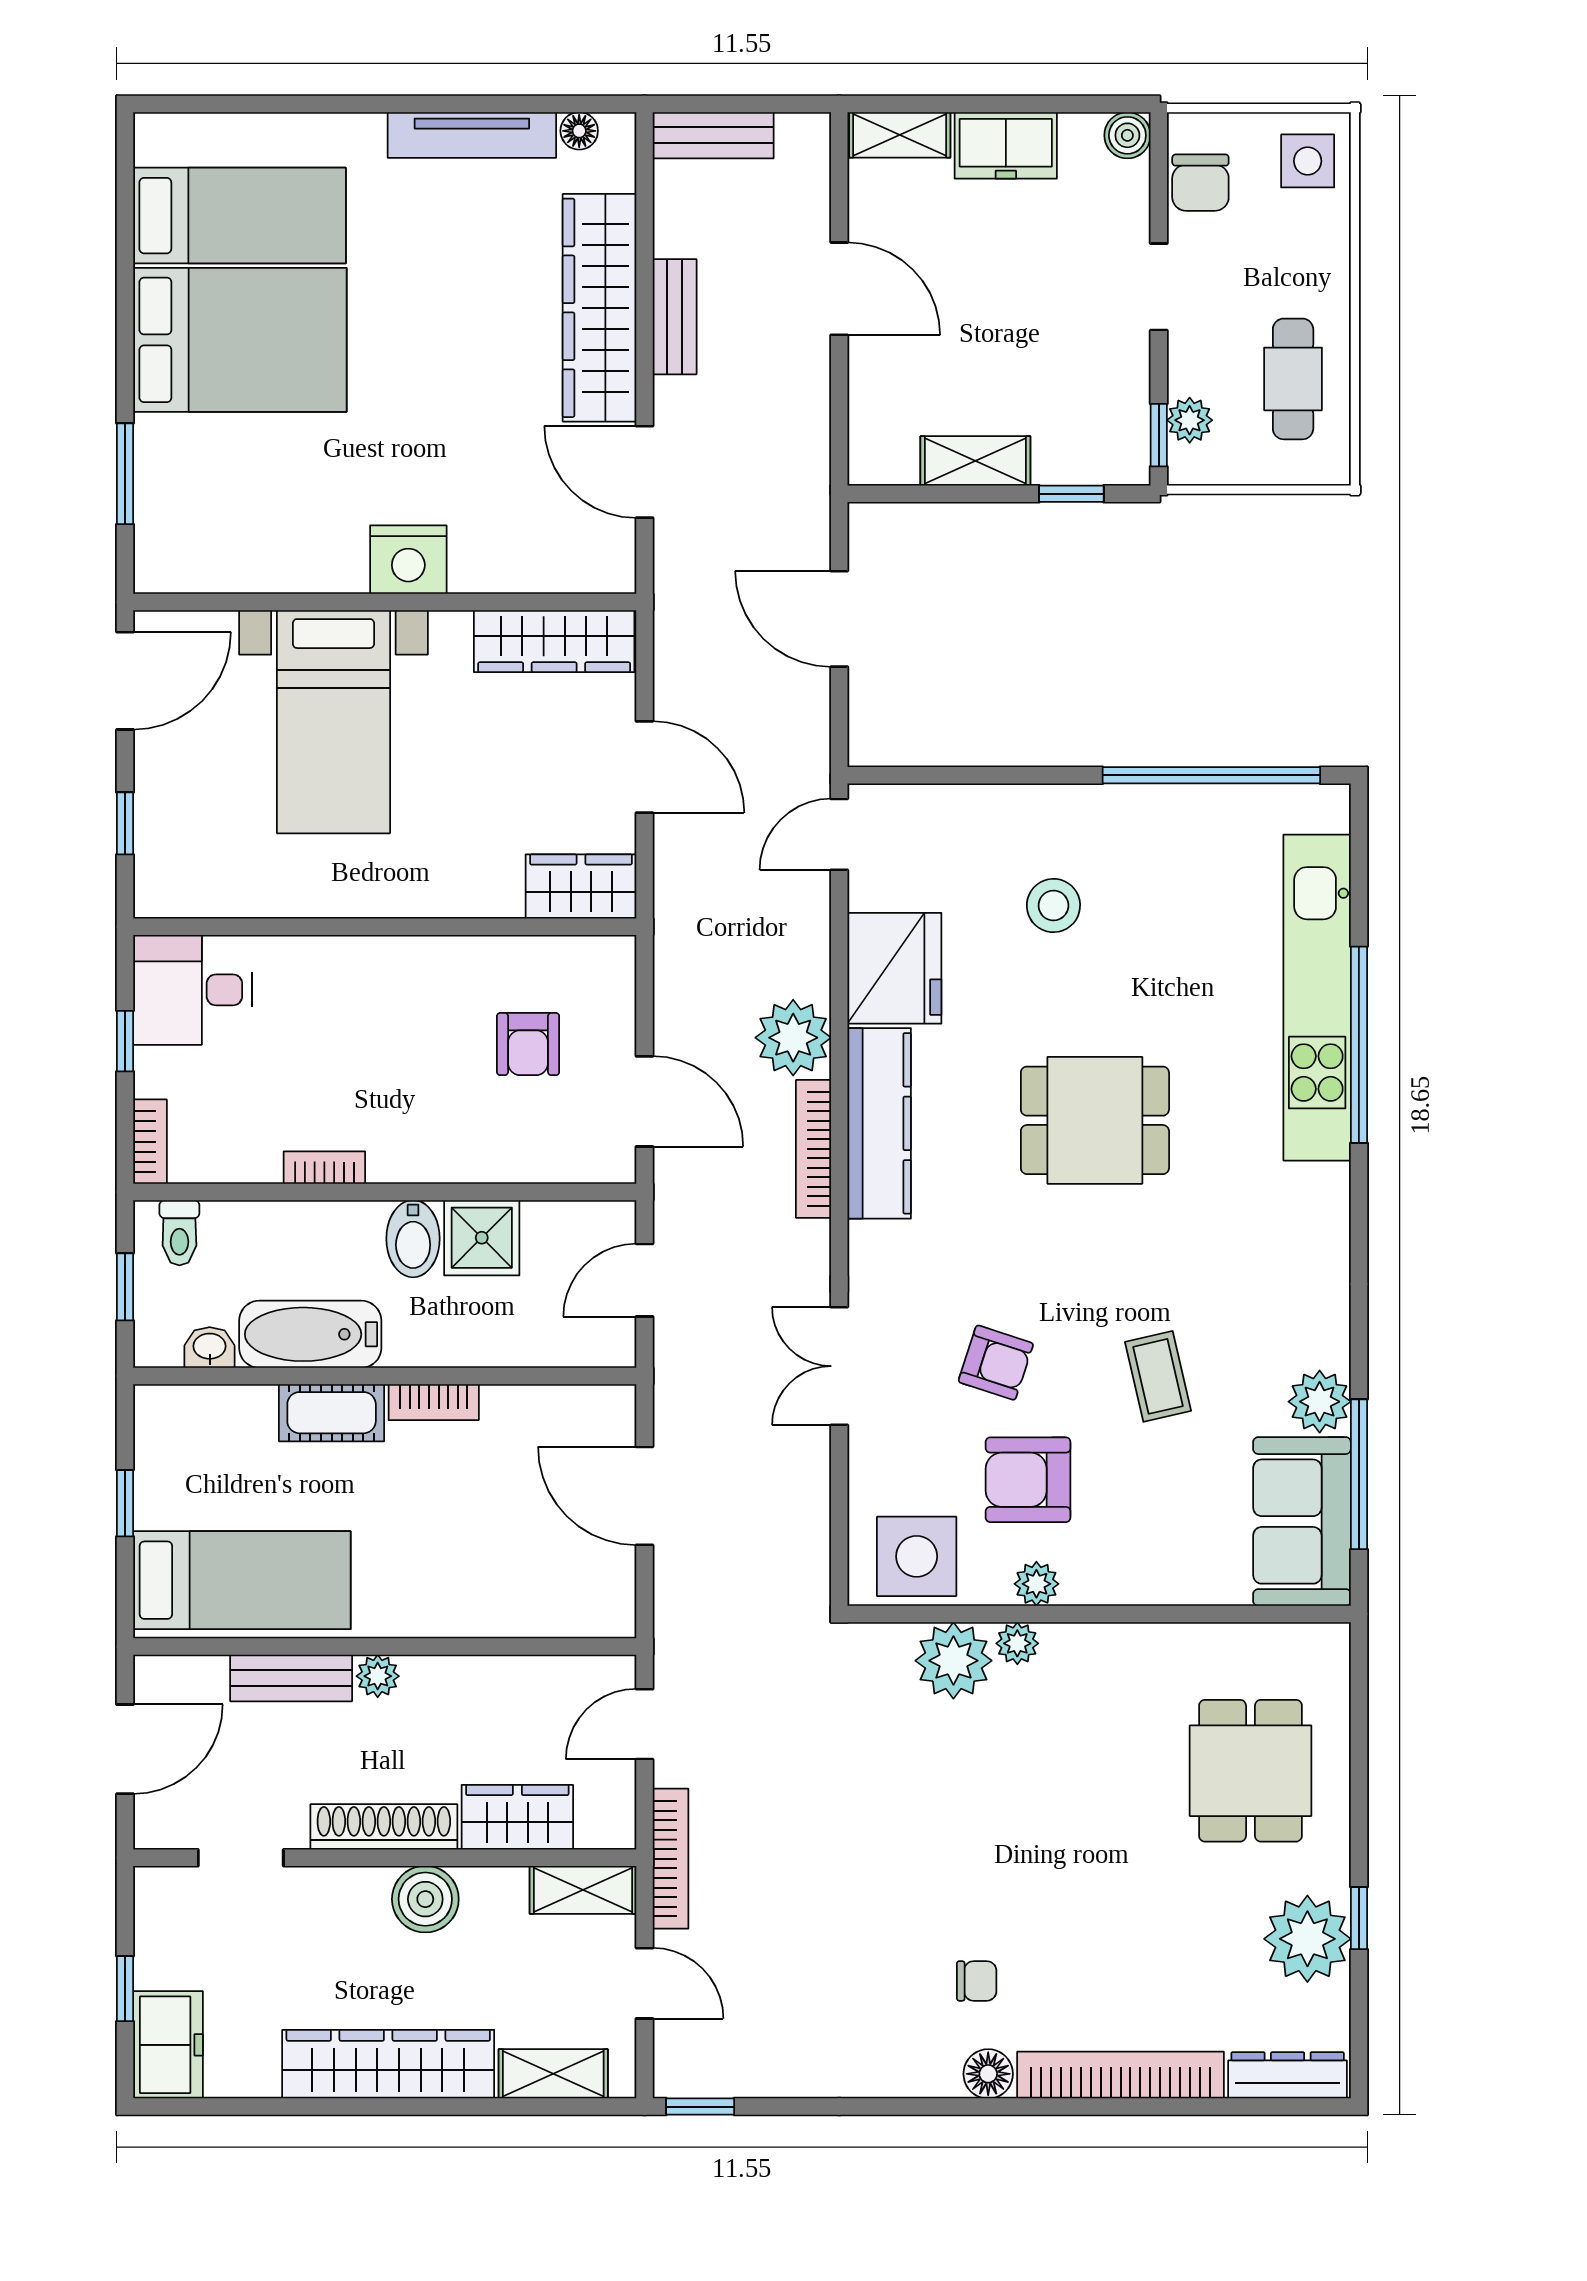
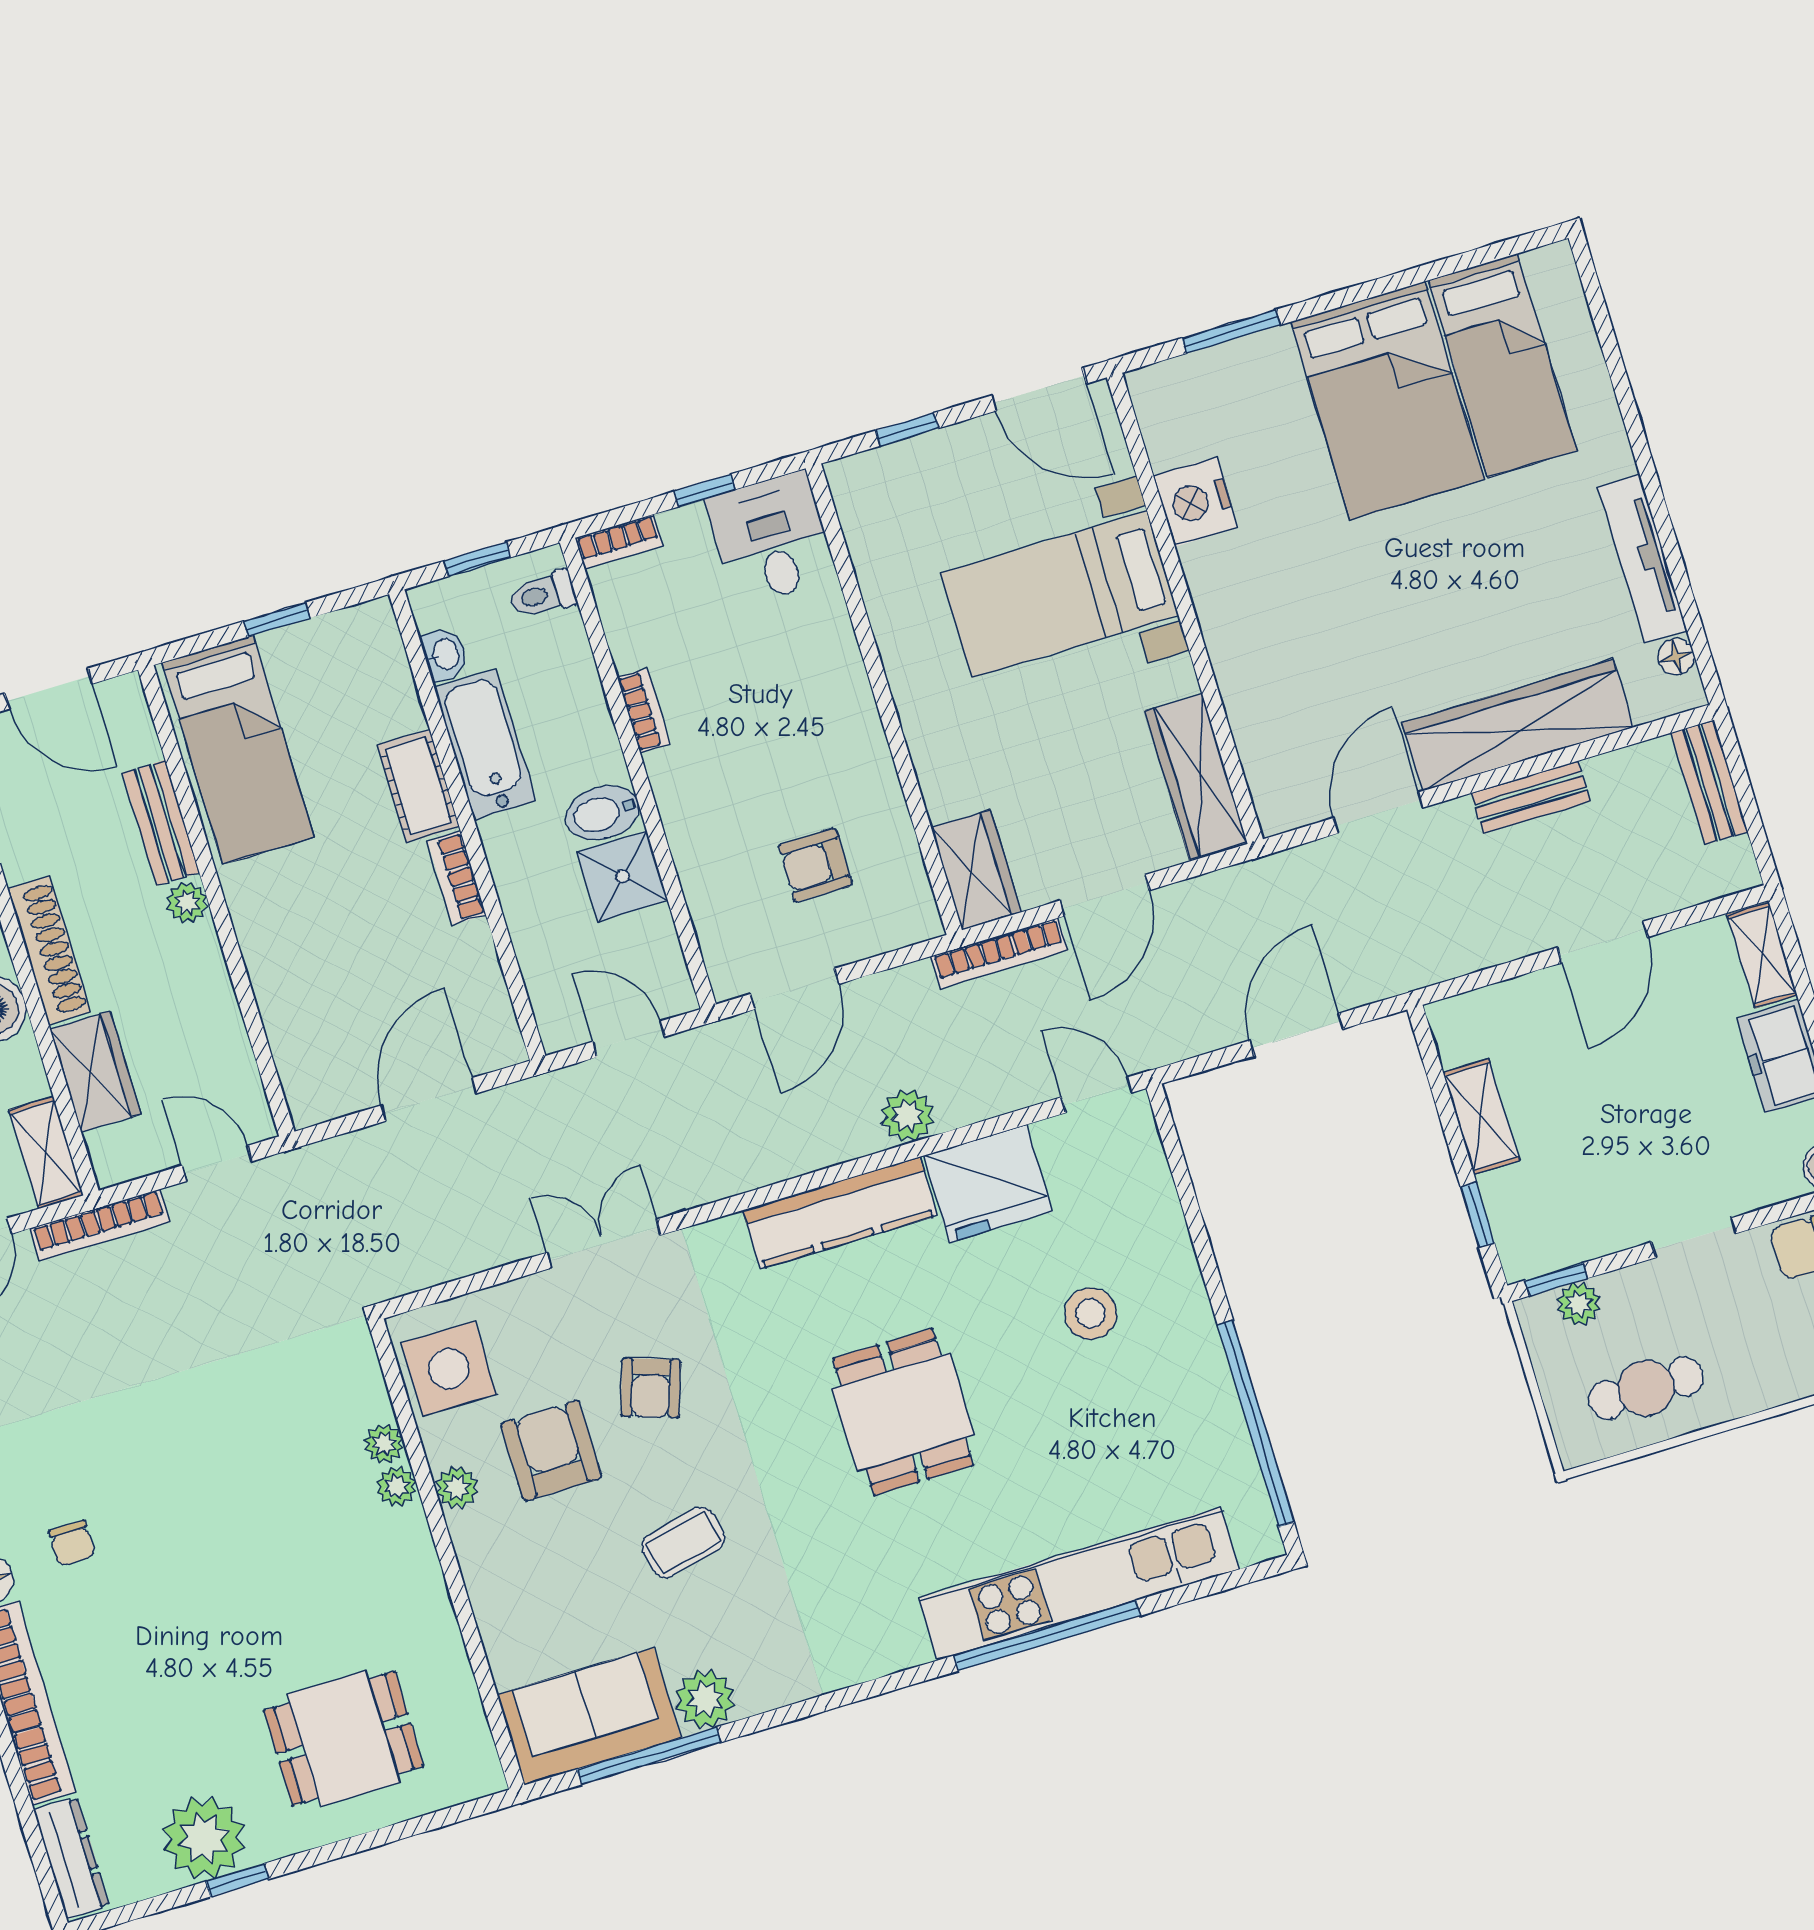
nightstand: (408, 560) -> (1196, 502), moved
plant: (793, 1038) -> (908, 1116), width x0.73, depth x0.73
bookcase: (814, 1149) -> (999, 953), moved, turned 180
plant: (953, 1661) -> (384, 1444), width x0.53, depth x0.53

